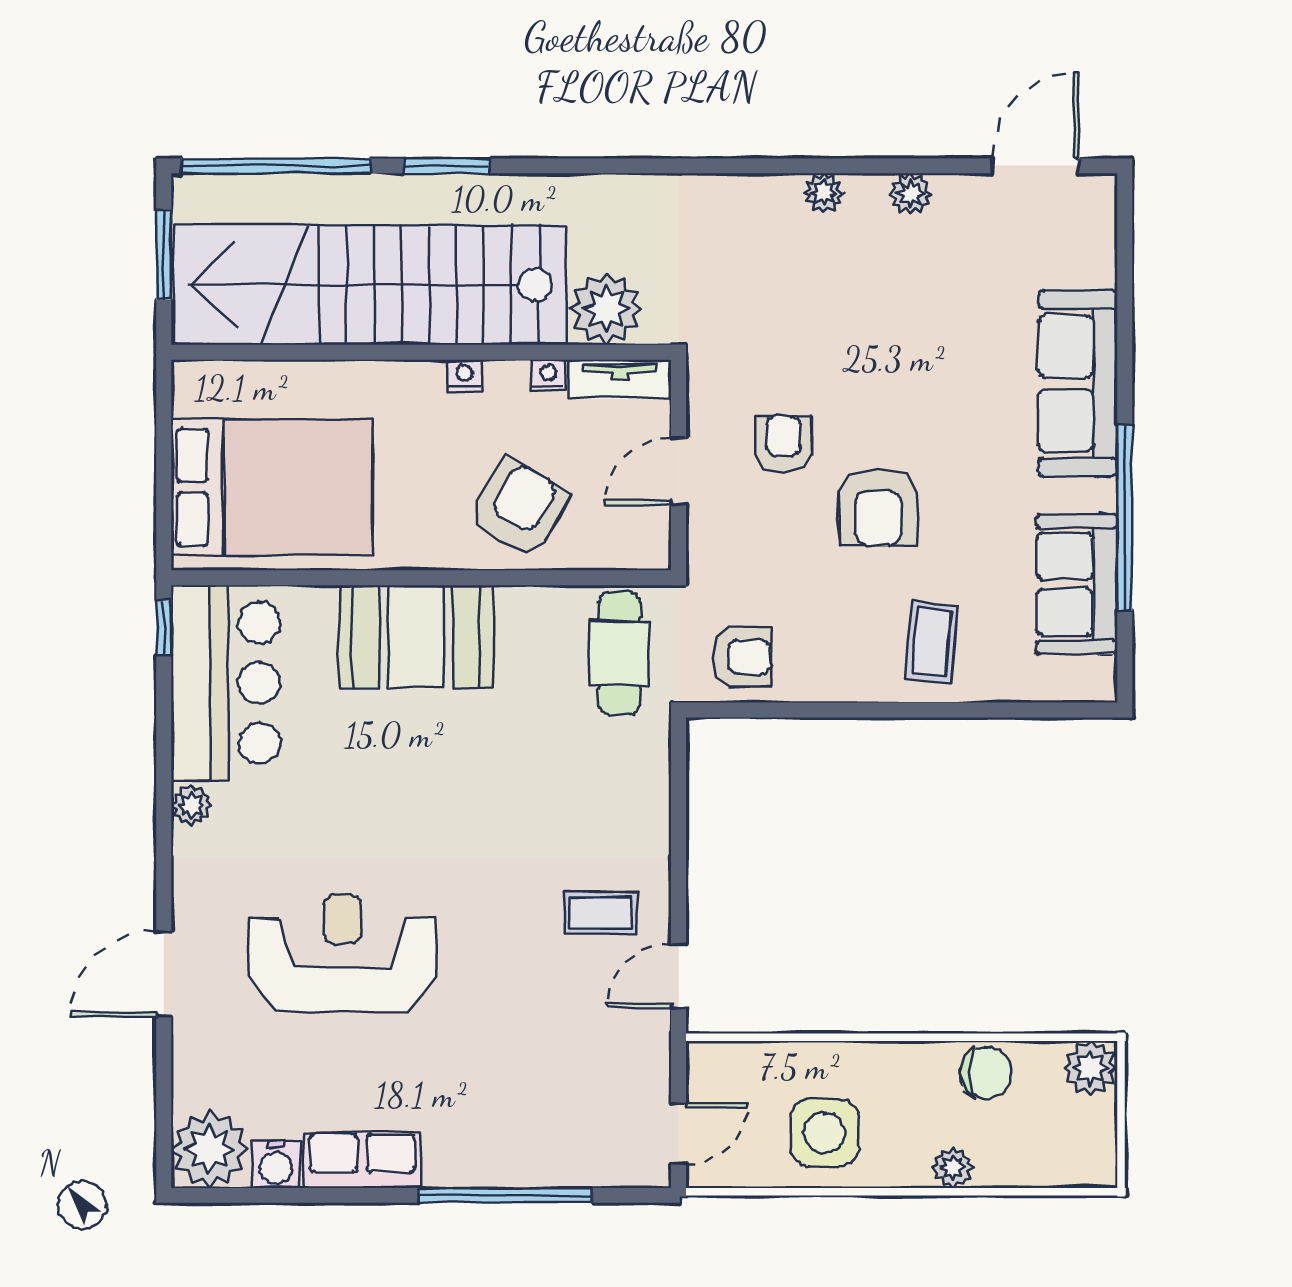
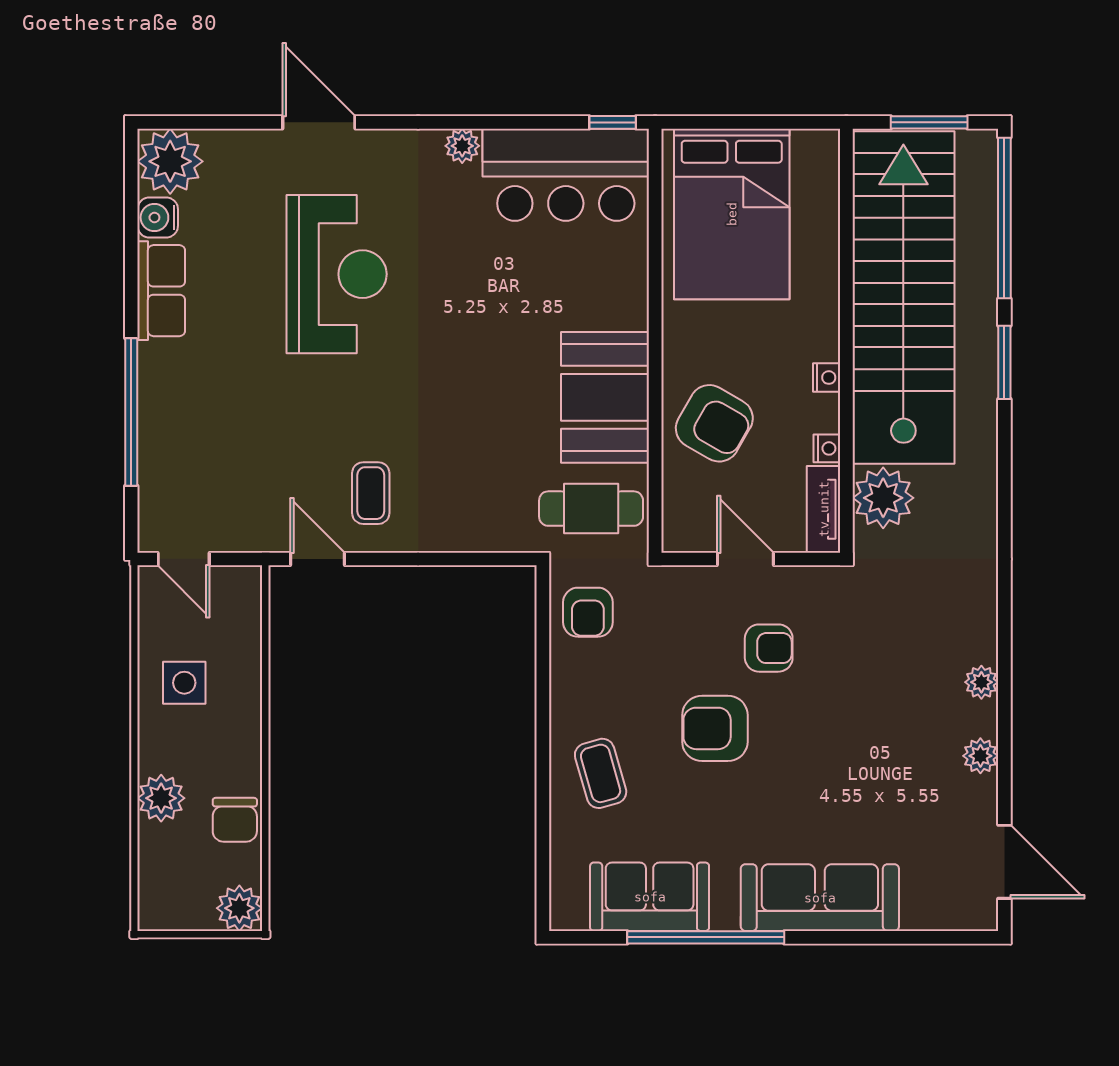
booth: (416, 637) -> (605, 397), moved
coffee table: (931, 642) -> (601, 773), turned 69
side table: (824, 1133) -> (184, 683), width x0.73, depth x0.73
plant: (953, 1168) -> (161, 798), width x1.38, depth x1.38

